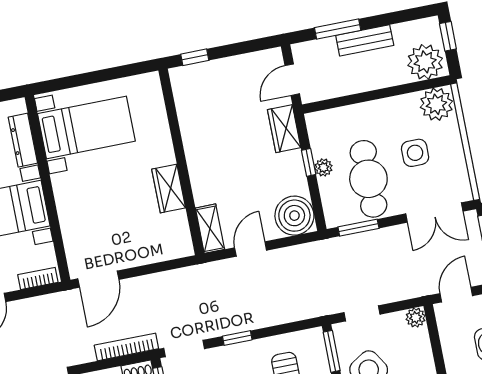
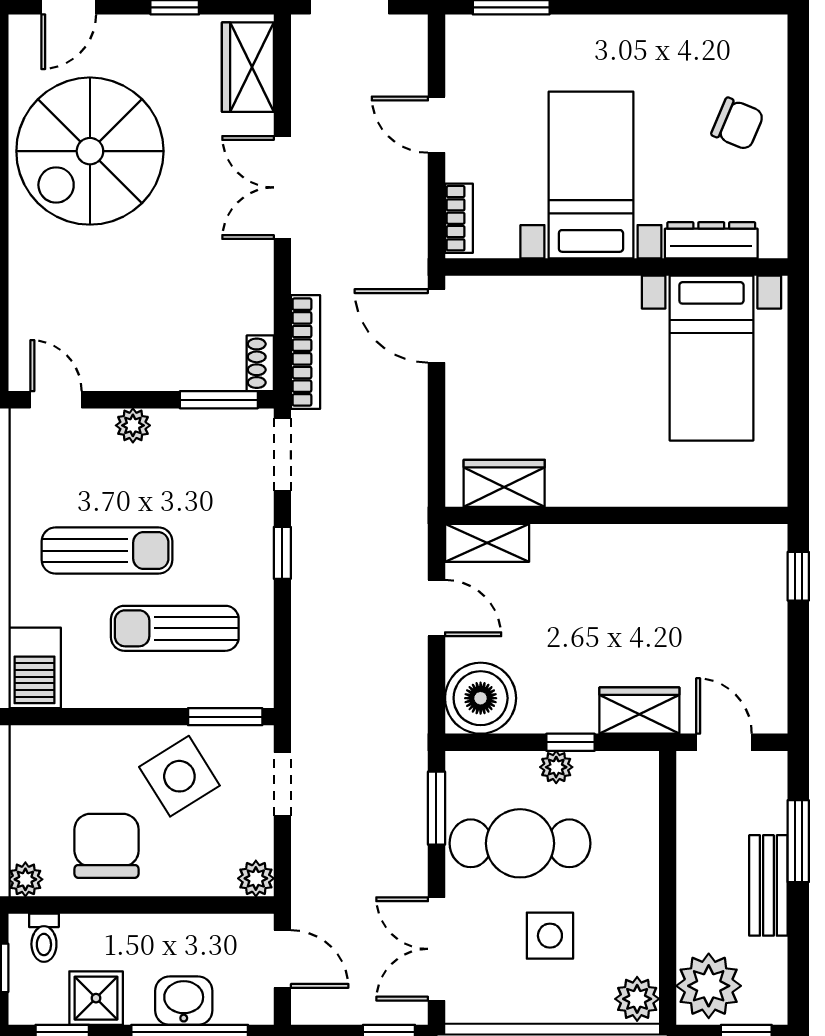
plant: (436, 104) -> (637, 999), width x0.73, depth x0.73
wardrobe: (169, 189) -> (504, 483), moved

